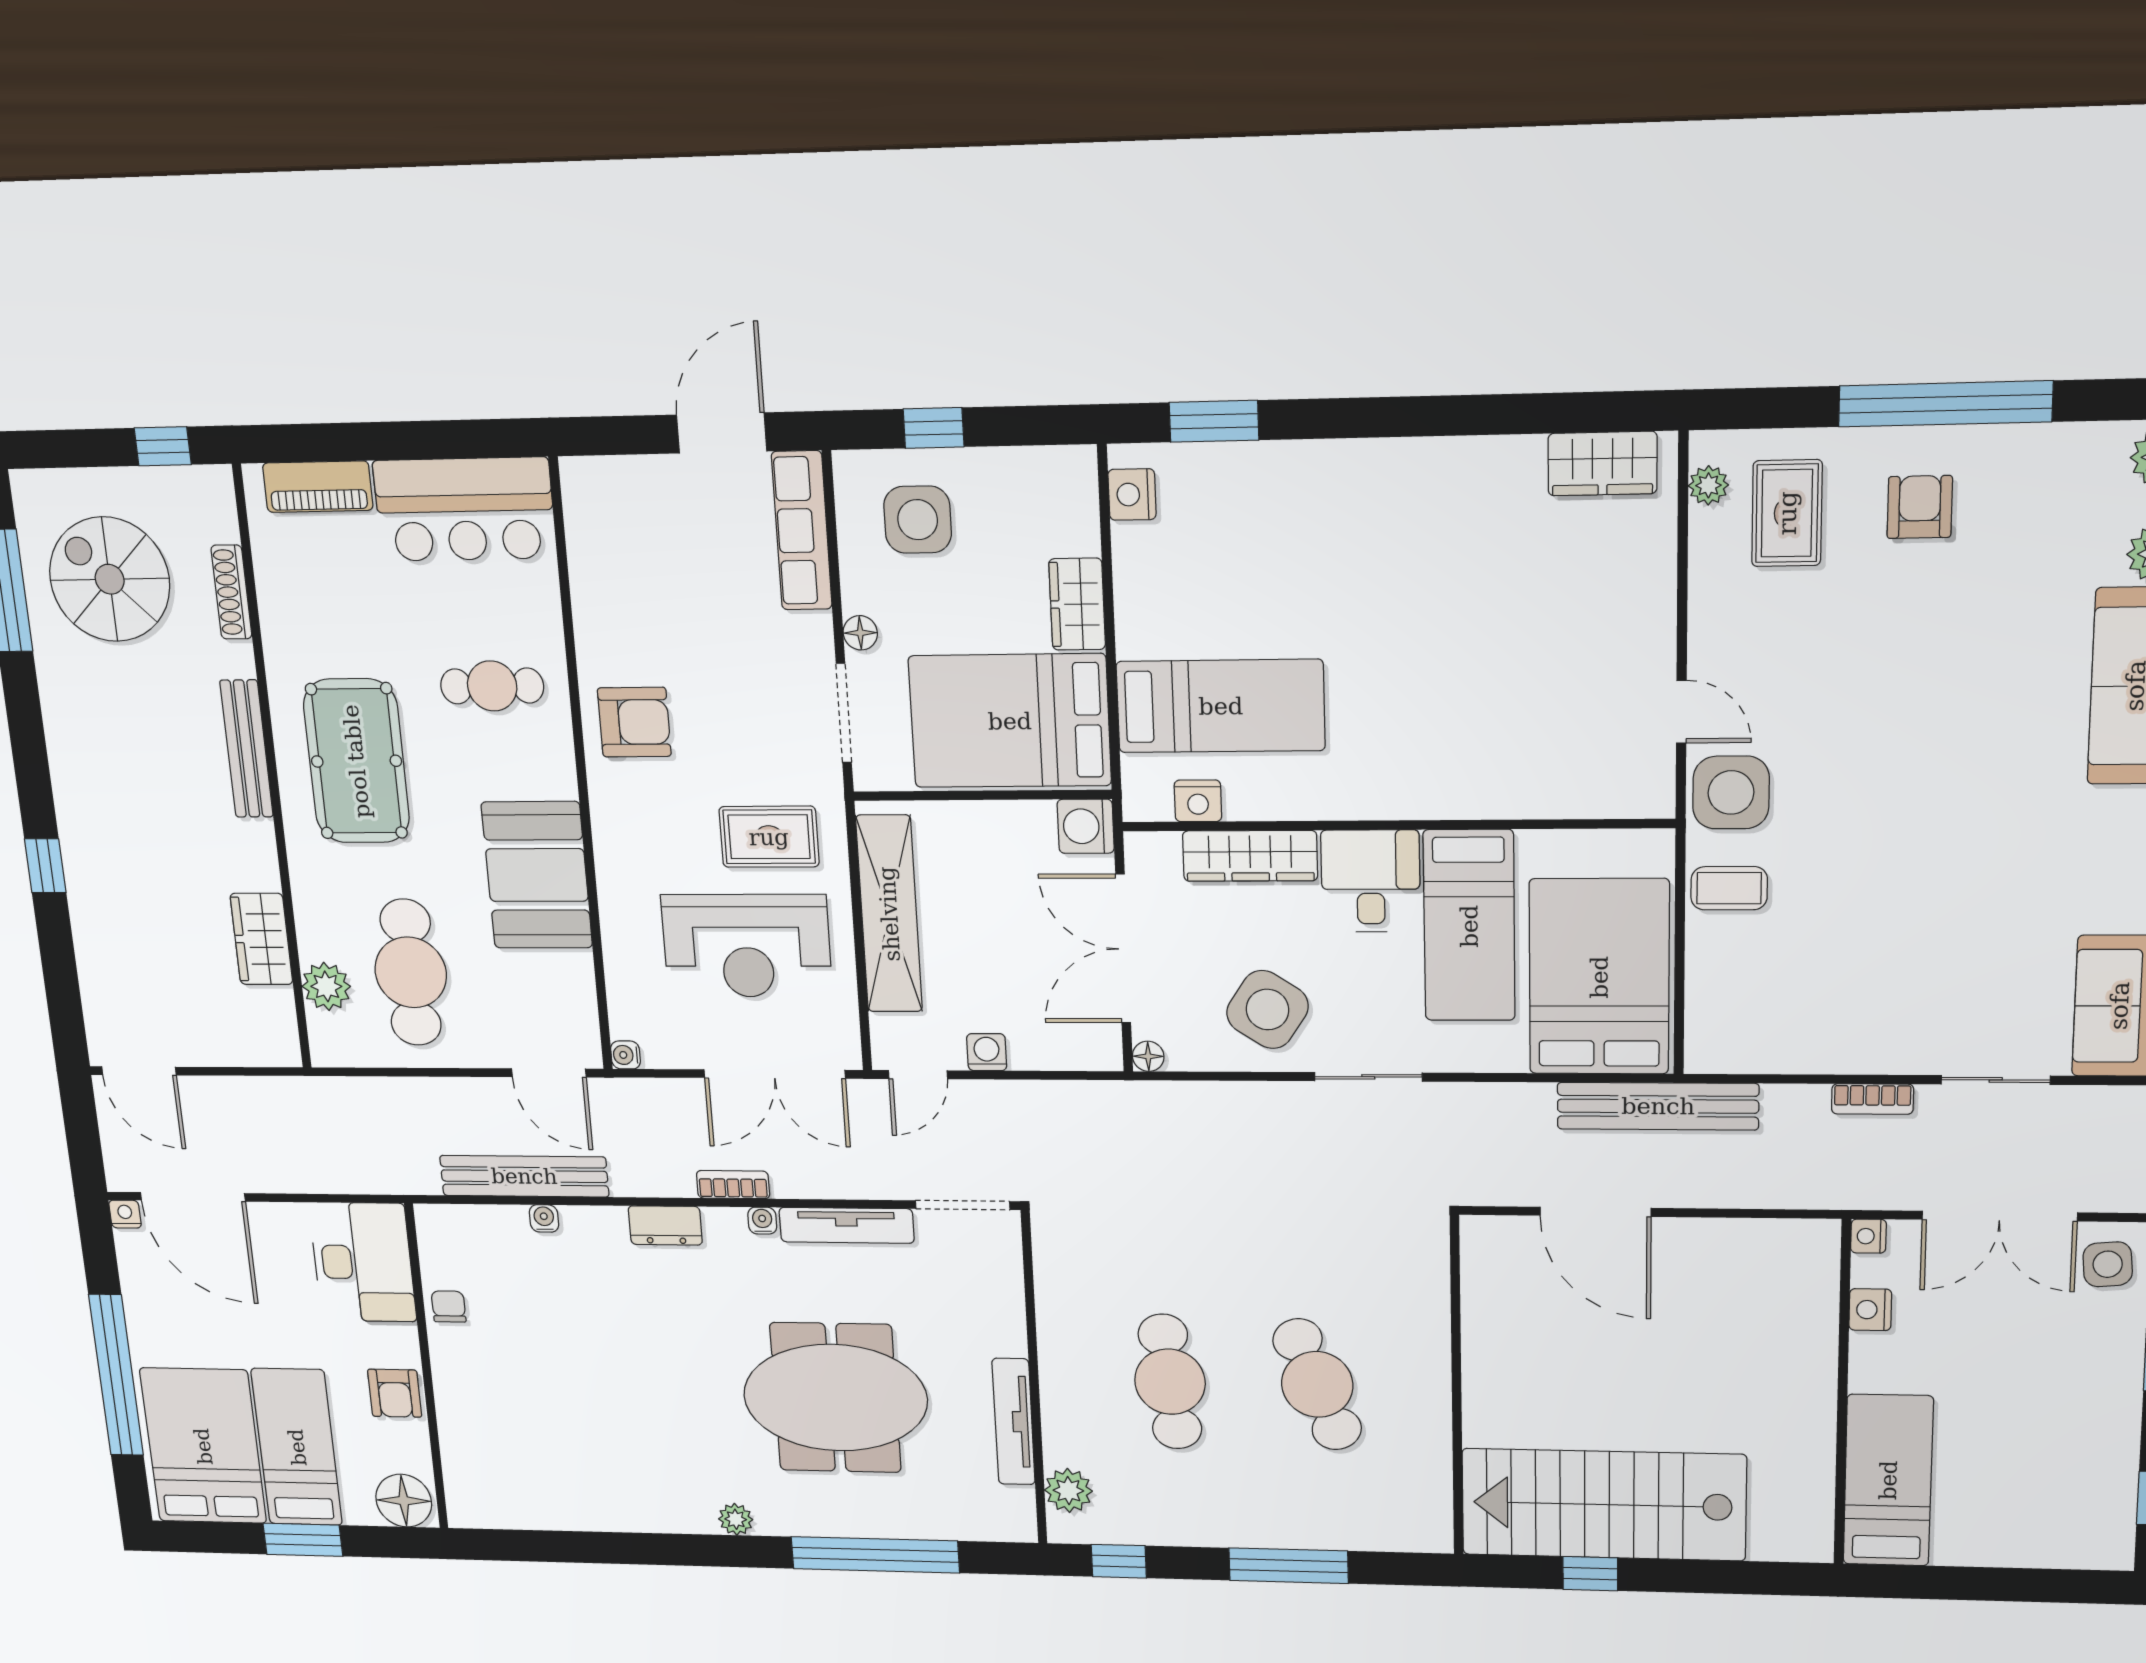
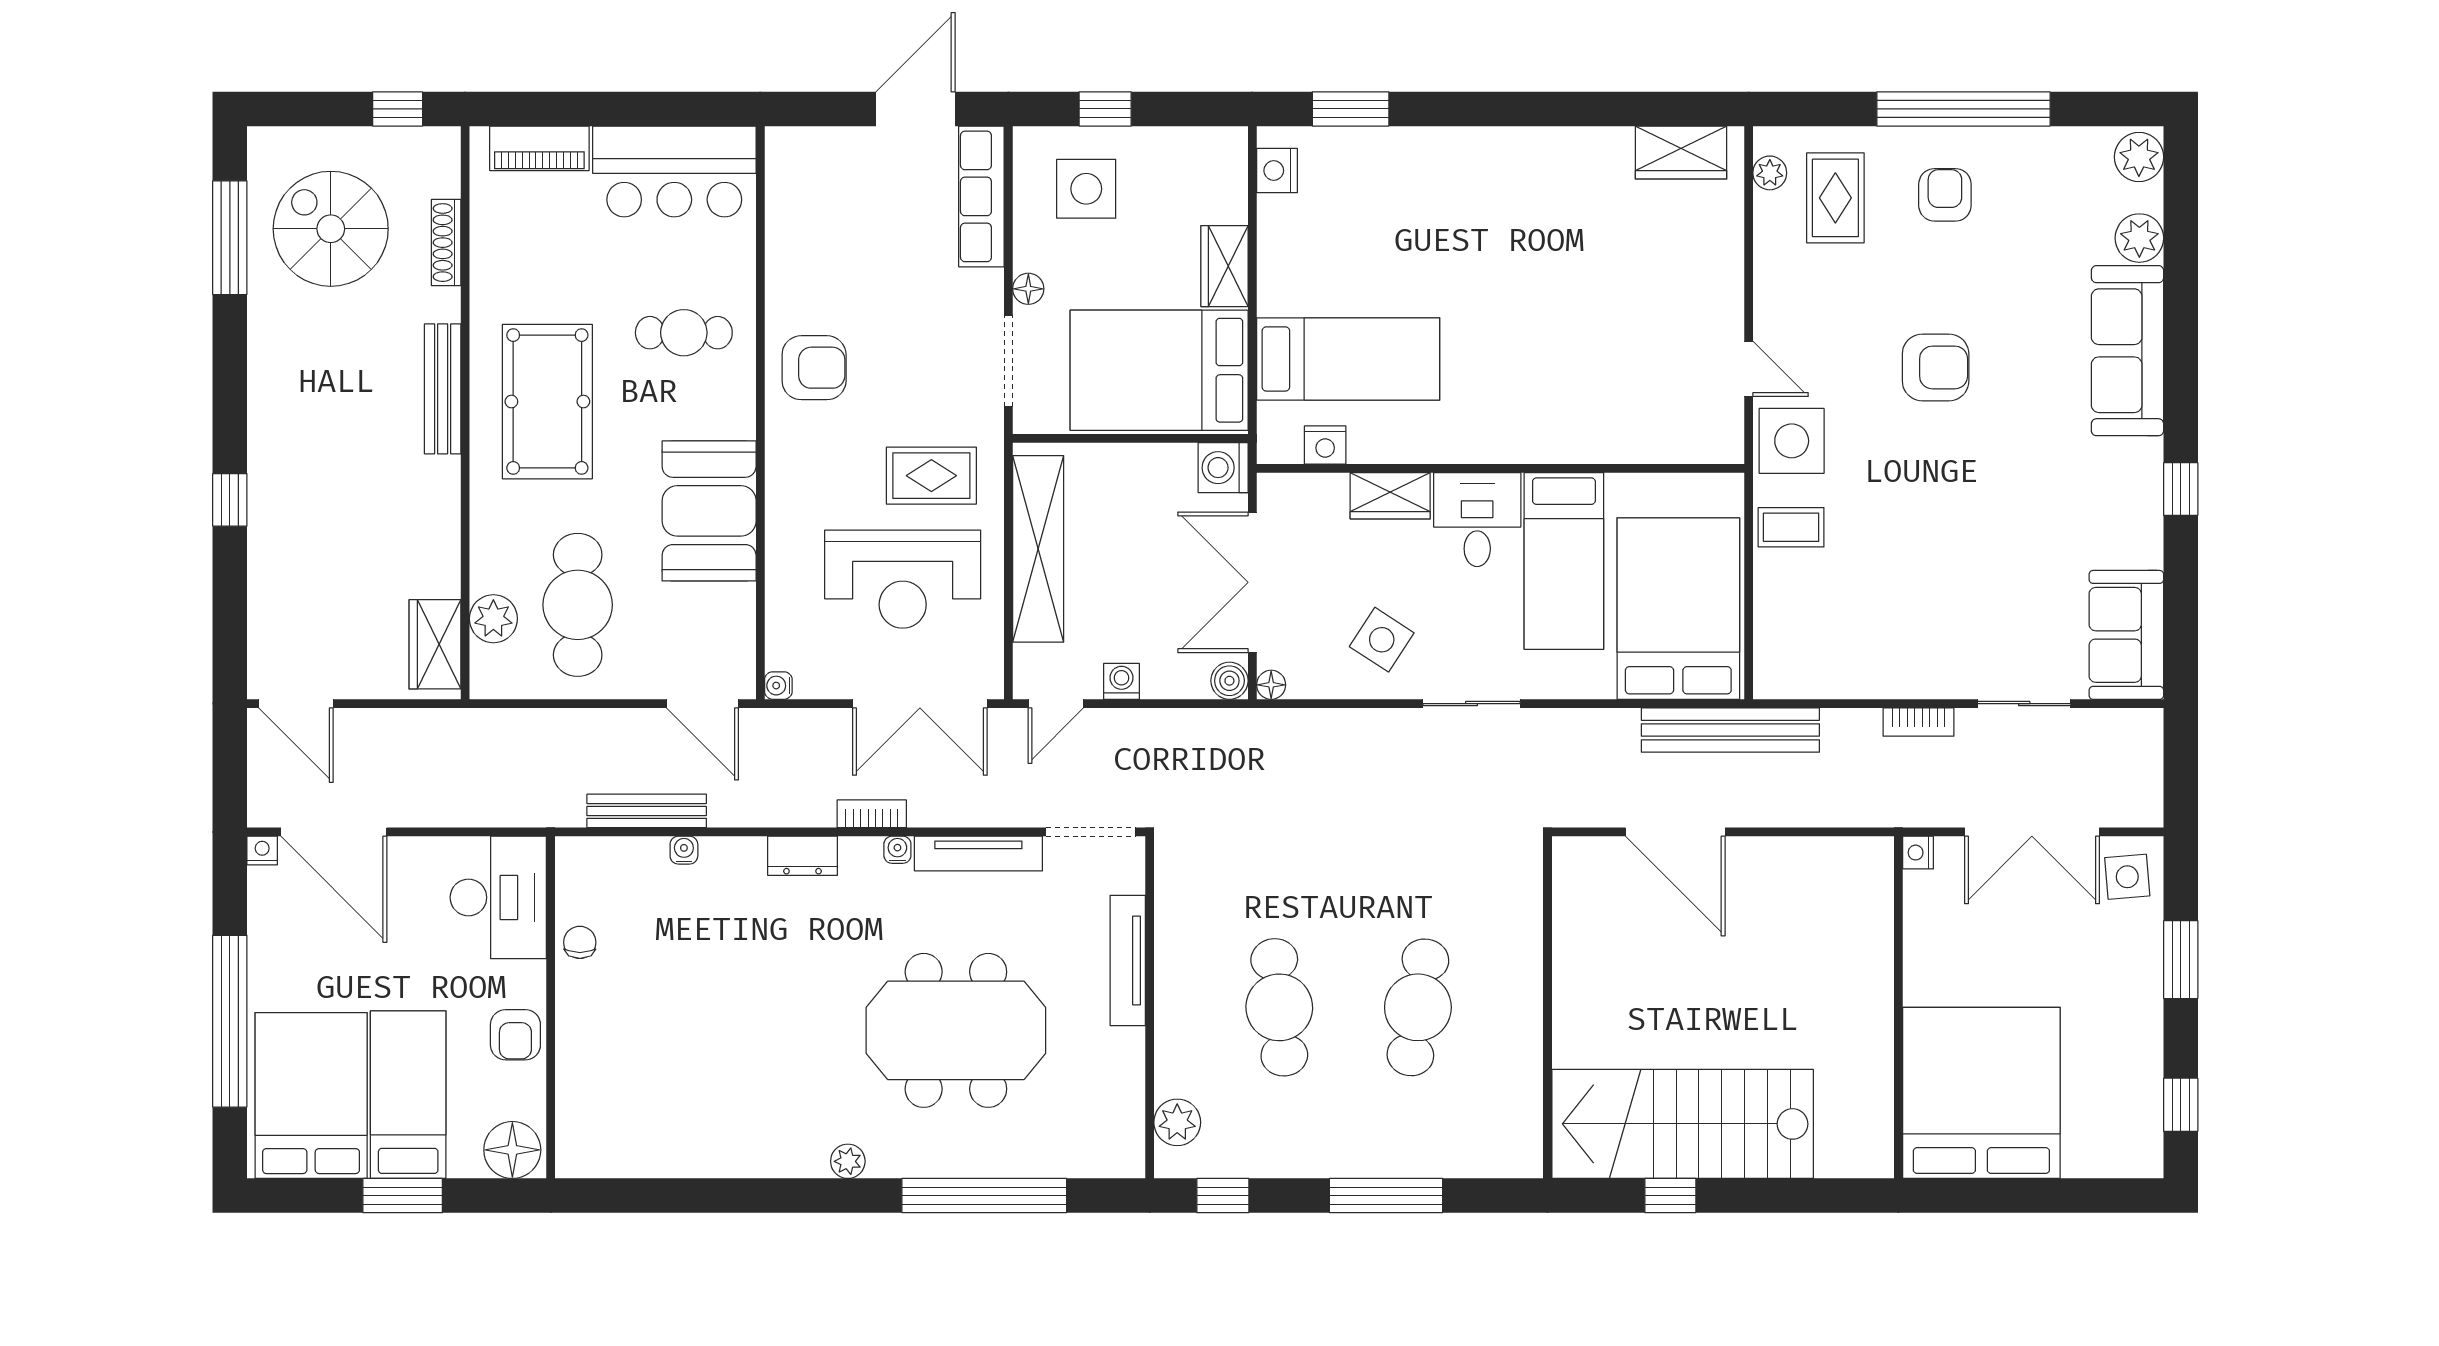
armchair: (1903, 708) -> (1936, 367), added
wardrobe: (1250, 856) -> (1390, 496), width x0.67
wardrobe: (261, 939) -> (435, 644), moved
side table: (1267, 1009) -> (1382, 640), width x0.73, depth x0.73
boiler: (1103, 1052) -> (1229, 681), added
bench: (524, 1176) -> (647, 811), width x0.73, depth x0.82
nightstand: (1870, 1310) -> (1921, 924), removed
cafe table: (1317, 1384) -> (1418, 1007), turned 30
tv unit: (1014, 1422) -> (1128, 960), moved
bed: (1888, 1480) -> (1981, 1093), width x2.04

